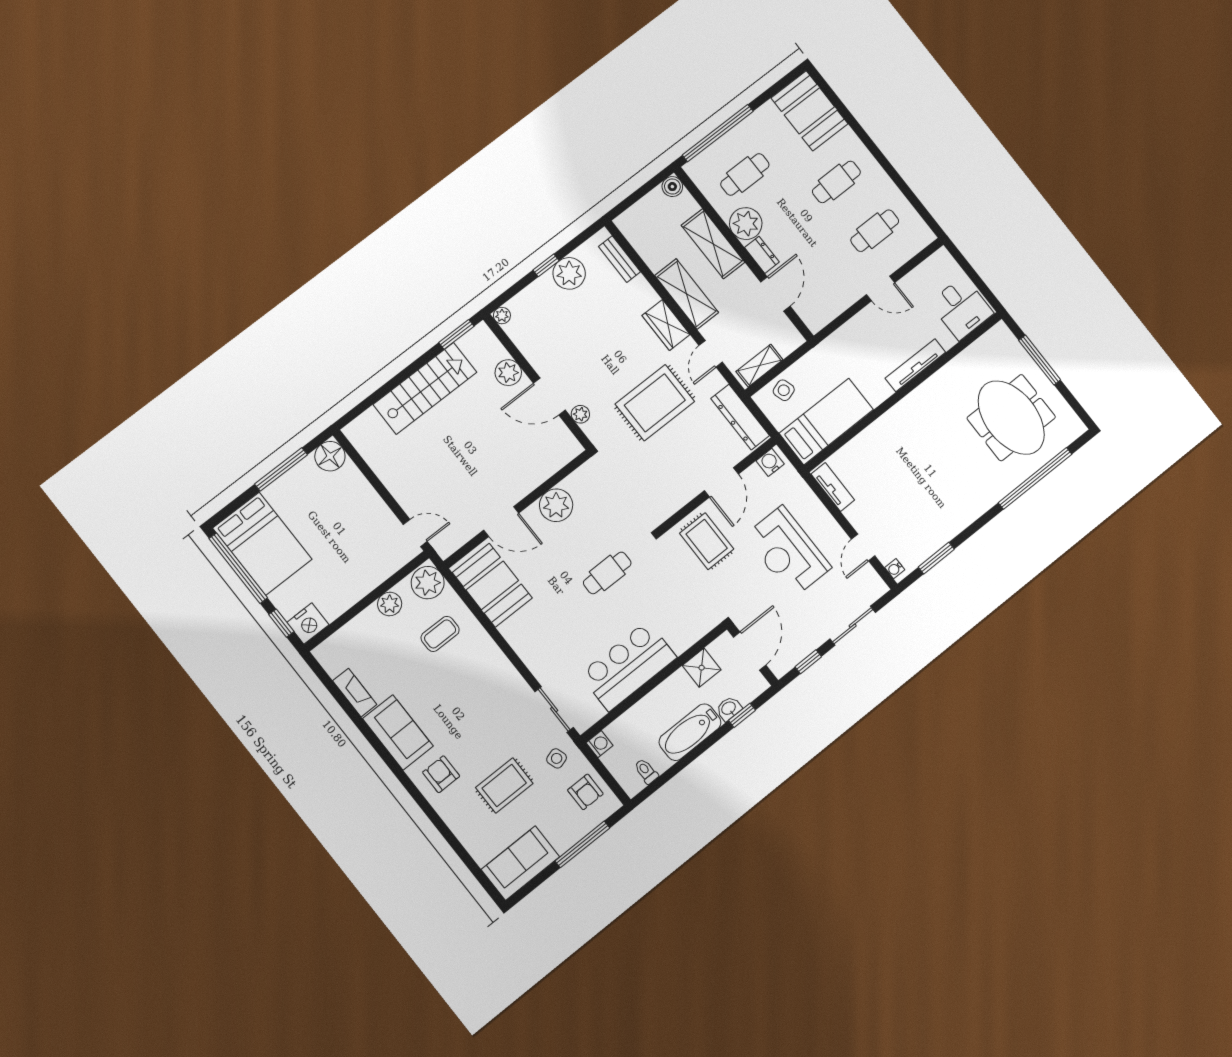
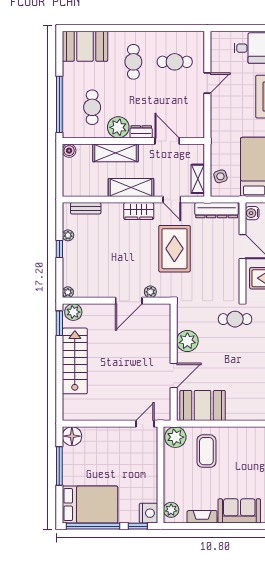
cafe table: (875, 231) -> (175, 62), turned 90
plant: (569, 273) -> (68, 235), width x0.53, depth x0.53
plant: (508, 373) -> (73, 312), moved
cafe table: (607, 573) -> (235, 319), moved, turned 90
plant: (390, 604) -> (171, 510), moved
coffee table: (440, 634) -> (206, 451), width x1.36, depth x1.30

